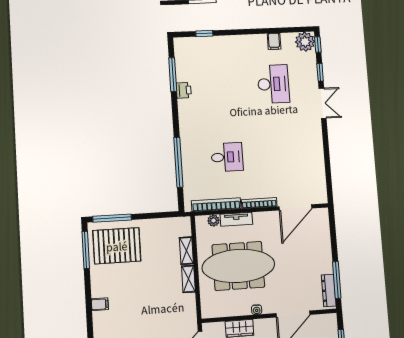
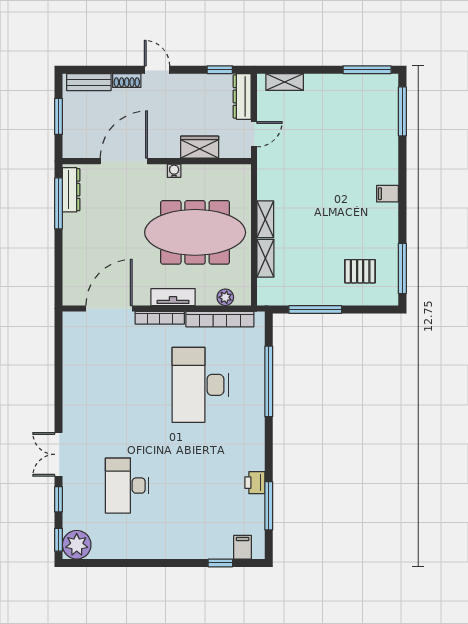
filing cabinet: (274, 41) -> (243, 547), moved
desk: (227, 157) -> (200, 385), width x1.87, depth x1.30
window: (112, 218) -> (315, 309), moved
tv unit: (236, 219) -> (173, 297), moved
pallet: (117, 246) -> (360, 271), width x0.49, depth x0.50

